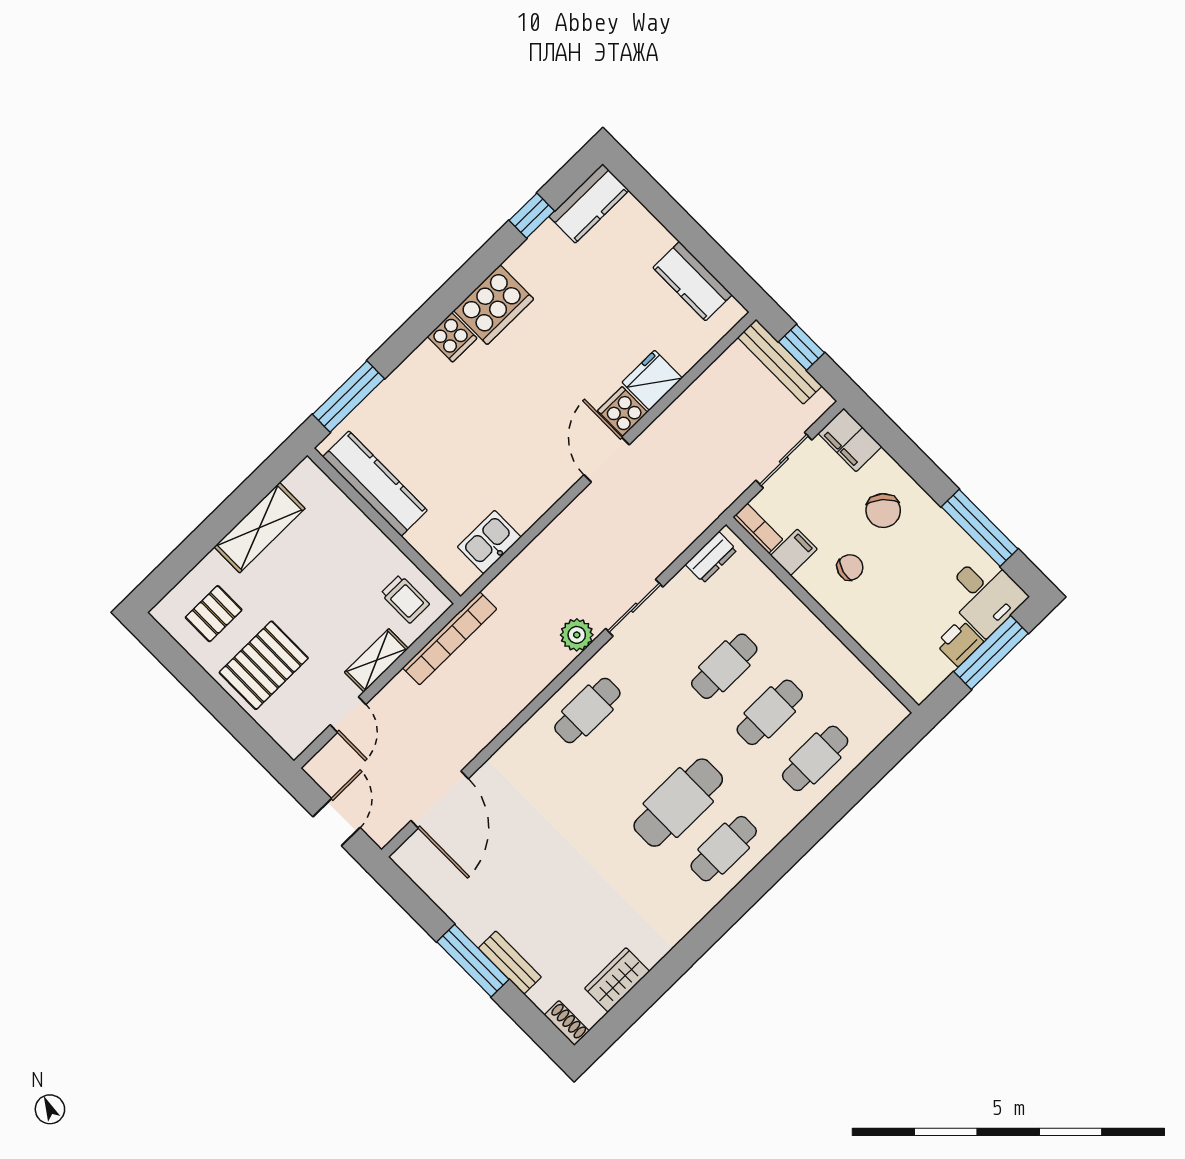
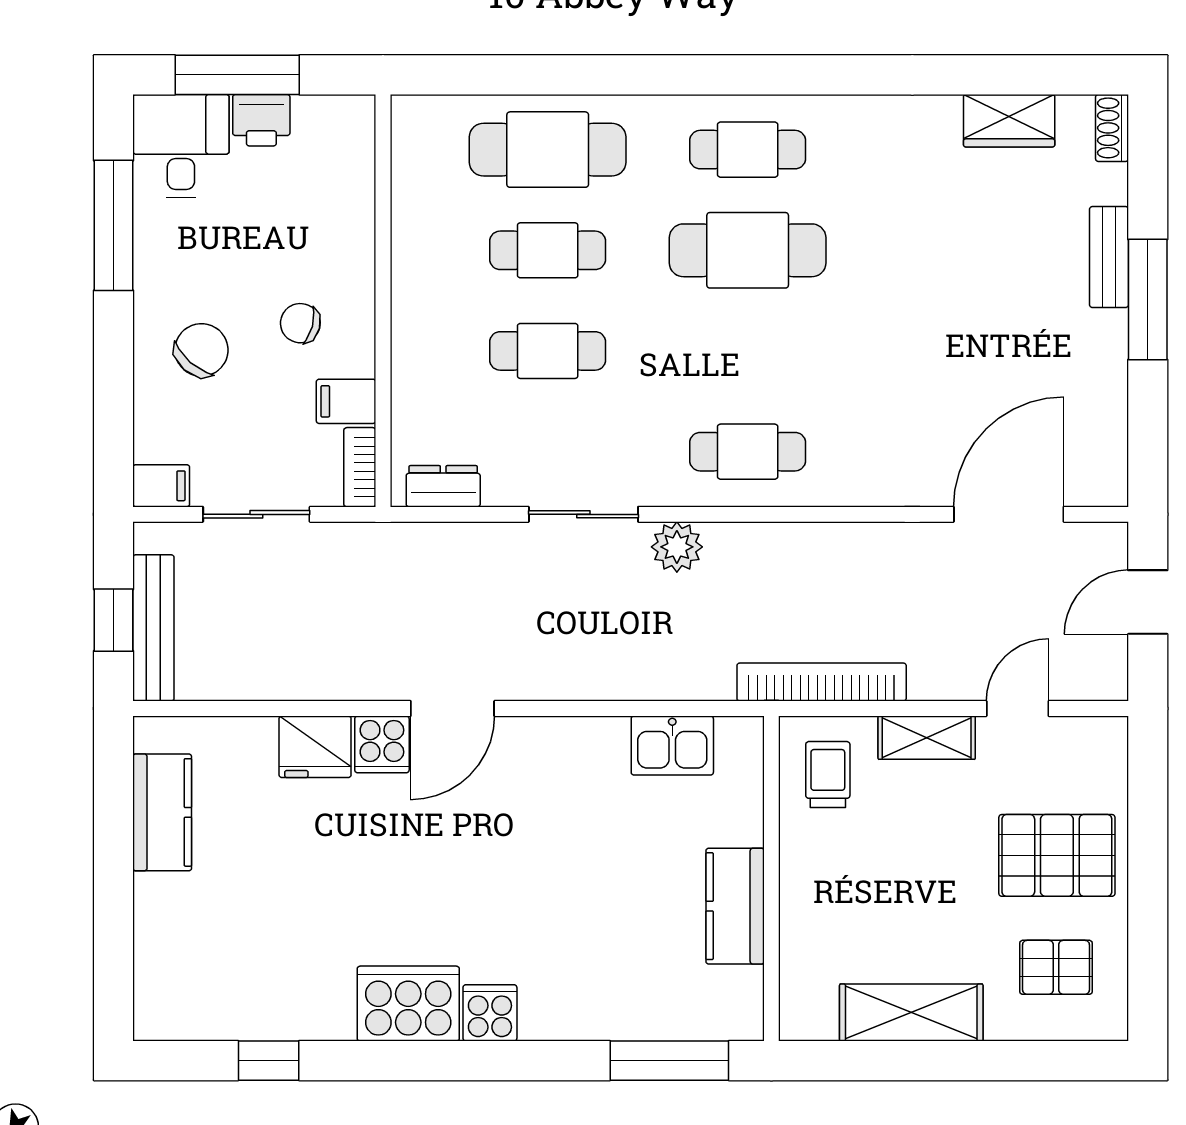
kitchen counter: (589, 203) -> (192, 1012), removed
filing cabinet: (850, 440) -> (161, 486), width x0.50
kitchen counter: (375, 484) -> (735, 906), width x0.67
cafe table: (815, 758) -> (548, 150), width x1.37, depth x1.35

